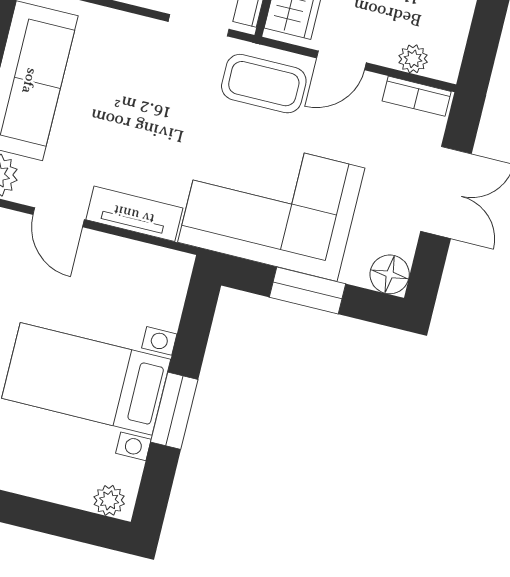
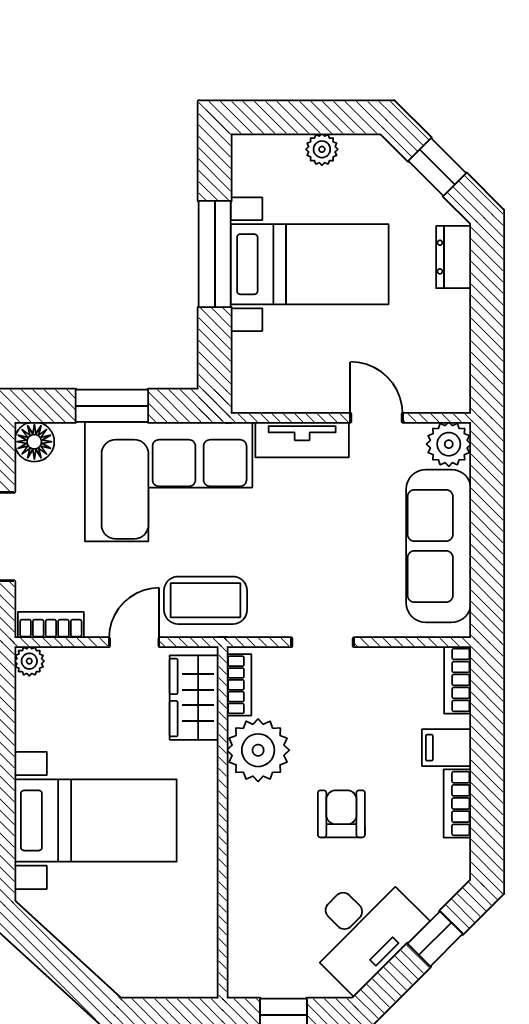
doorway: (199, 25) -> (323, 642), moved
plant: (413, 59) -> (29, 661), moved
window: (174, 411) -> (215, 254), width x1.44
plant: (109, 500) -> (322, 149), moved

